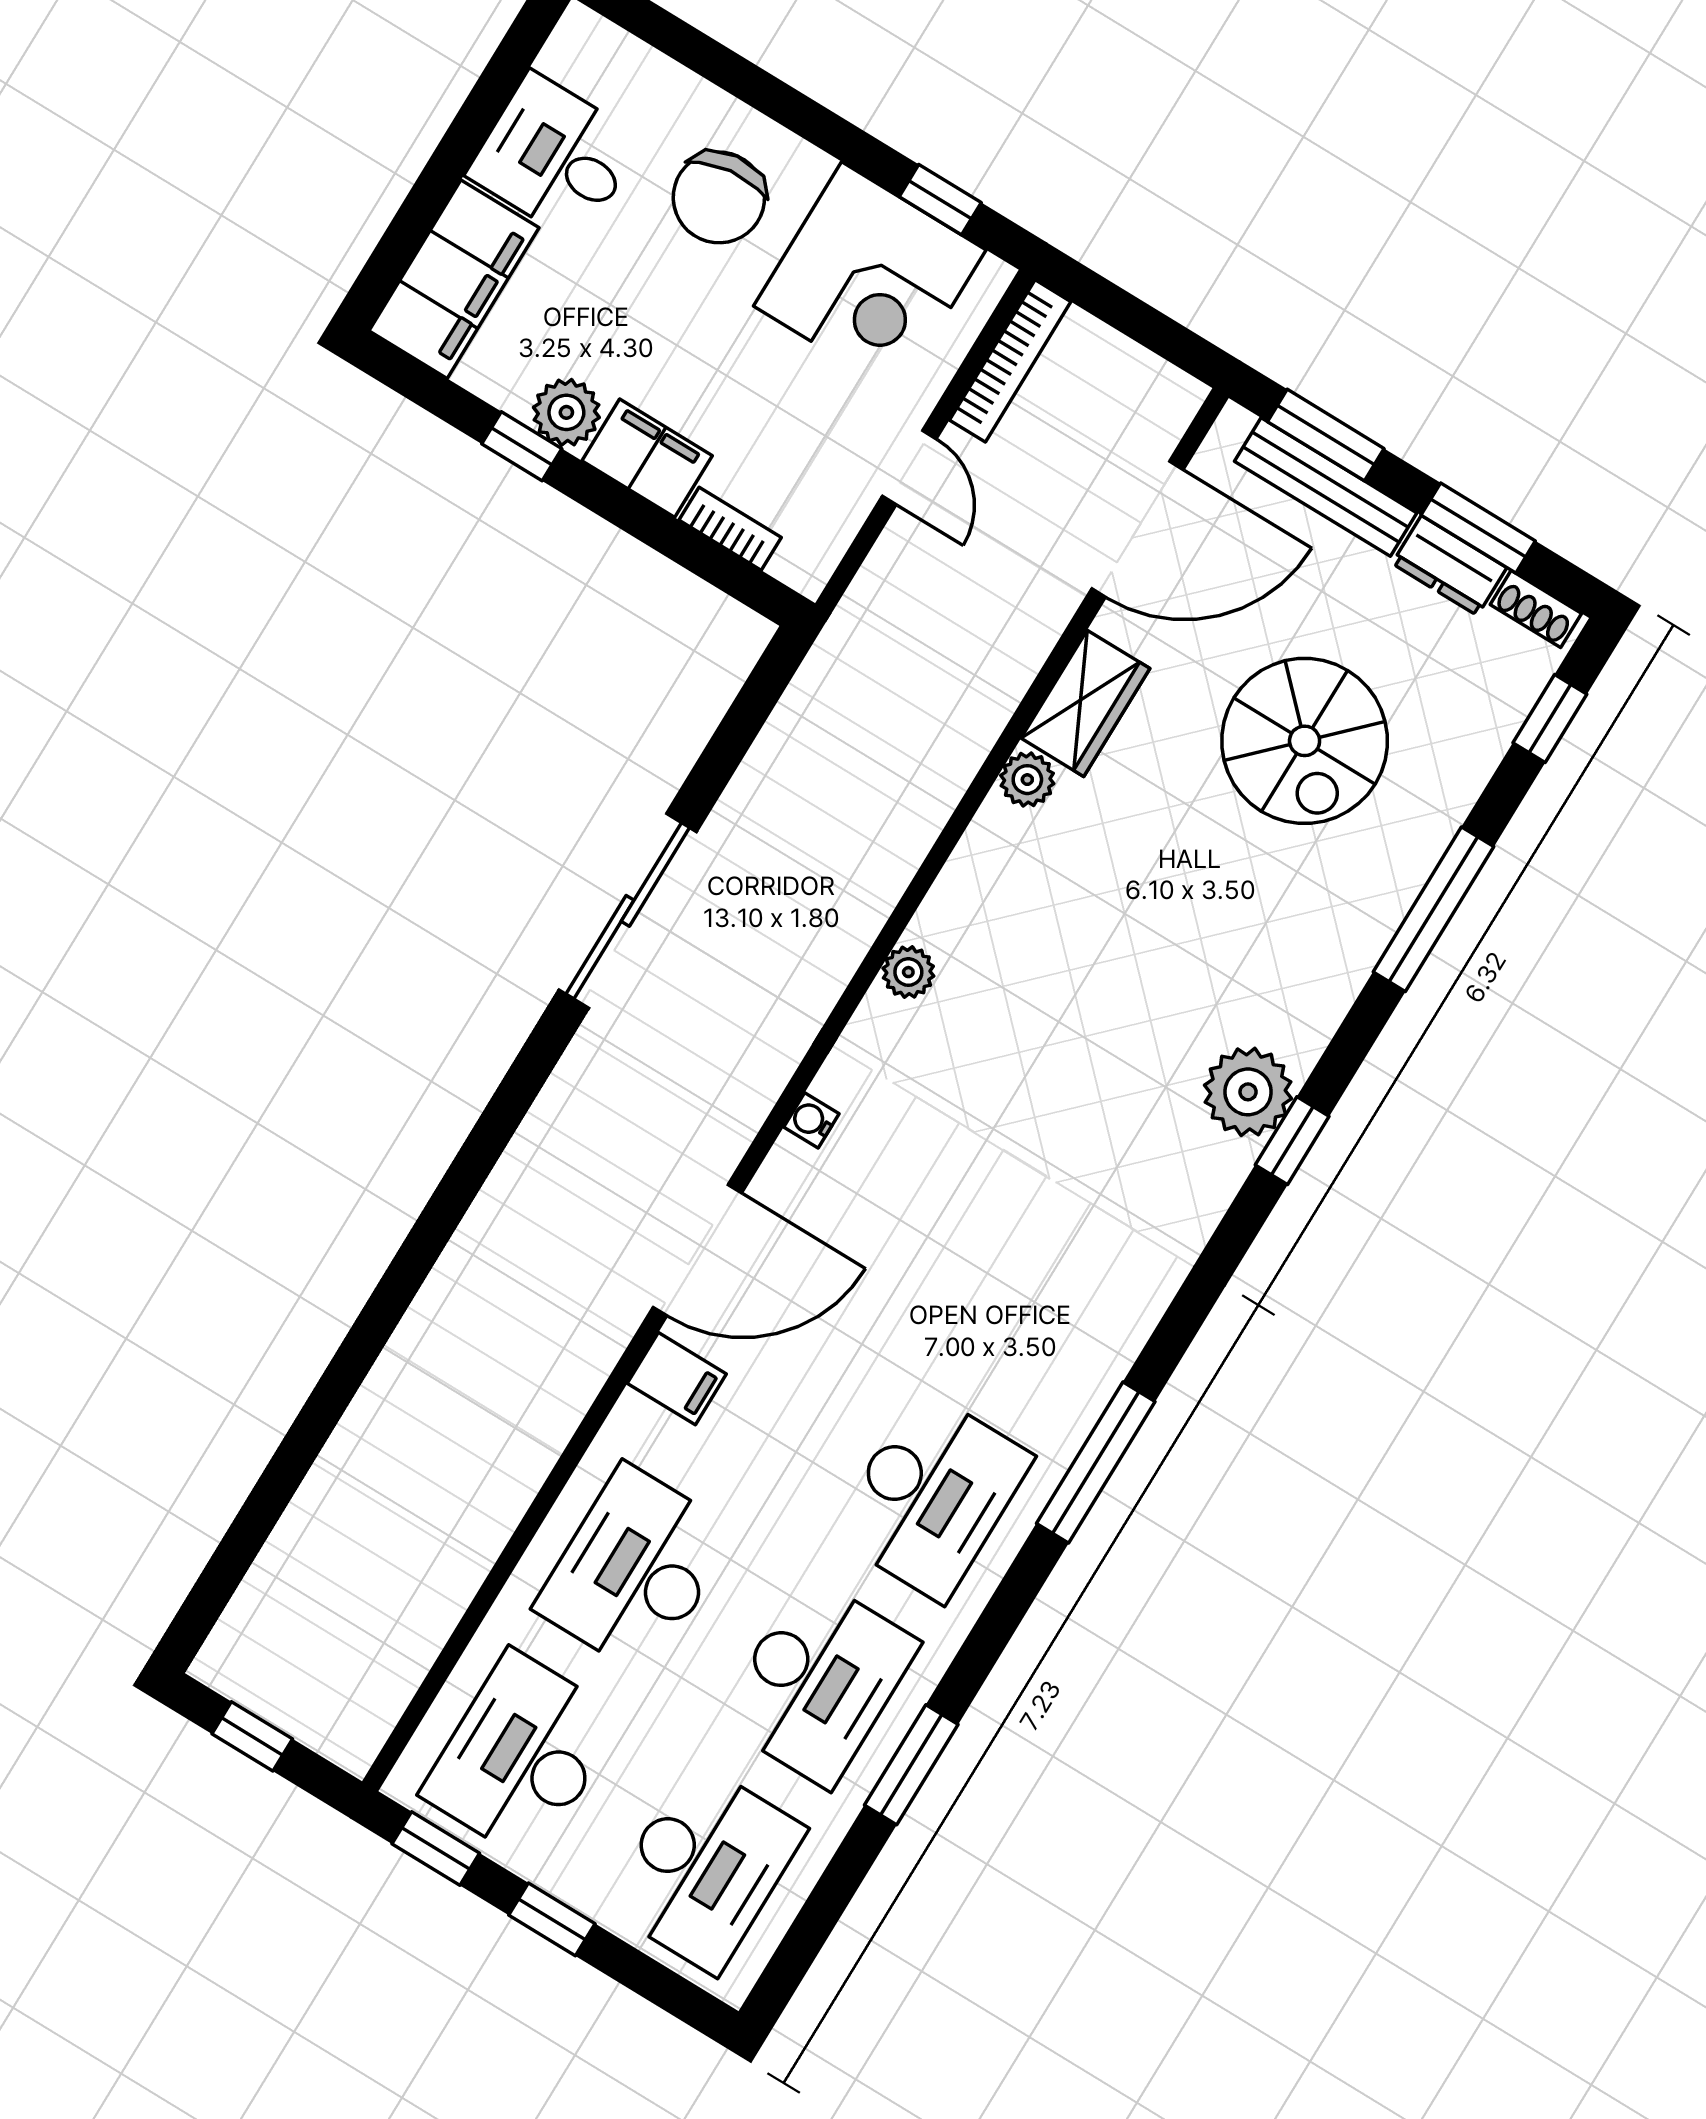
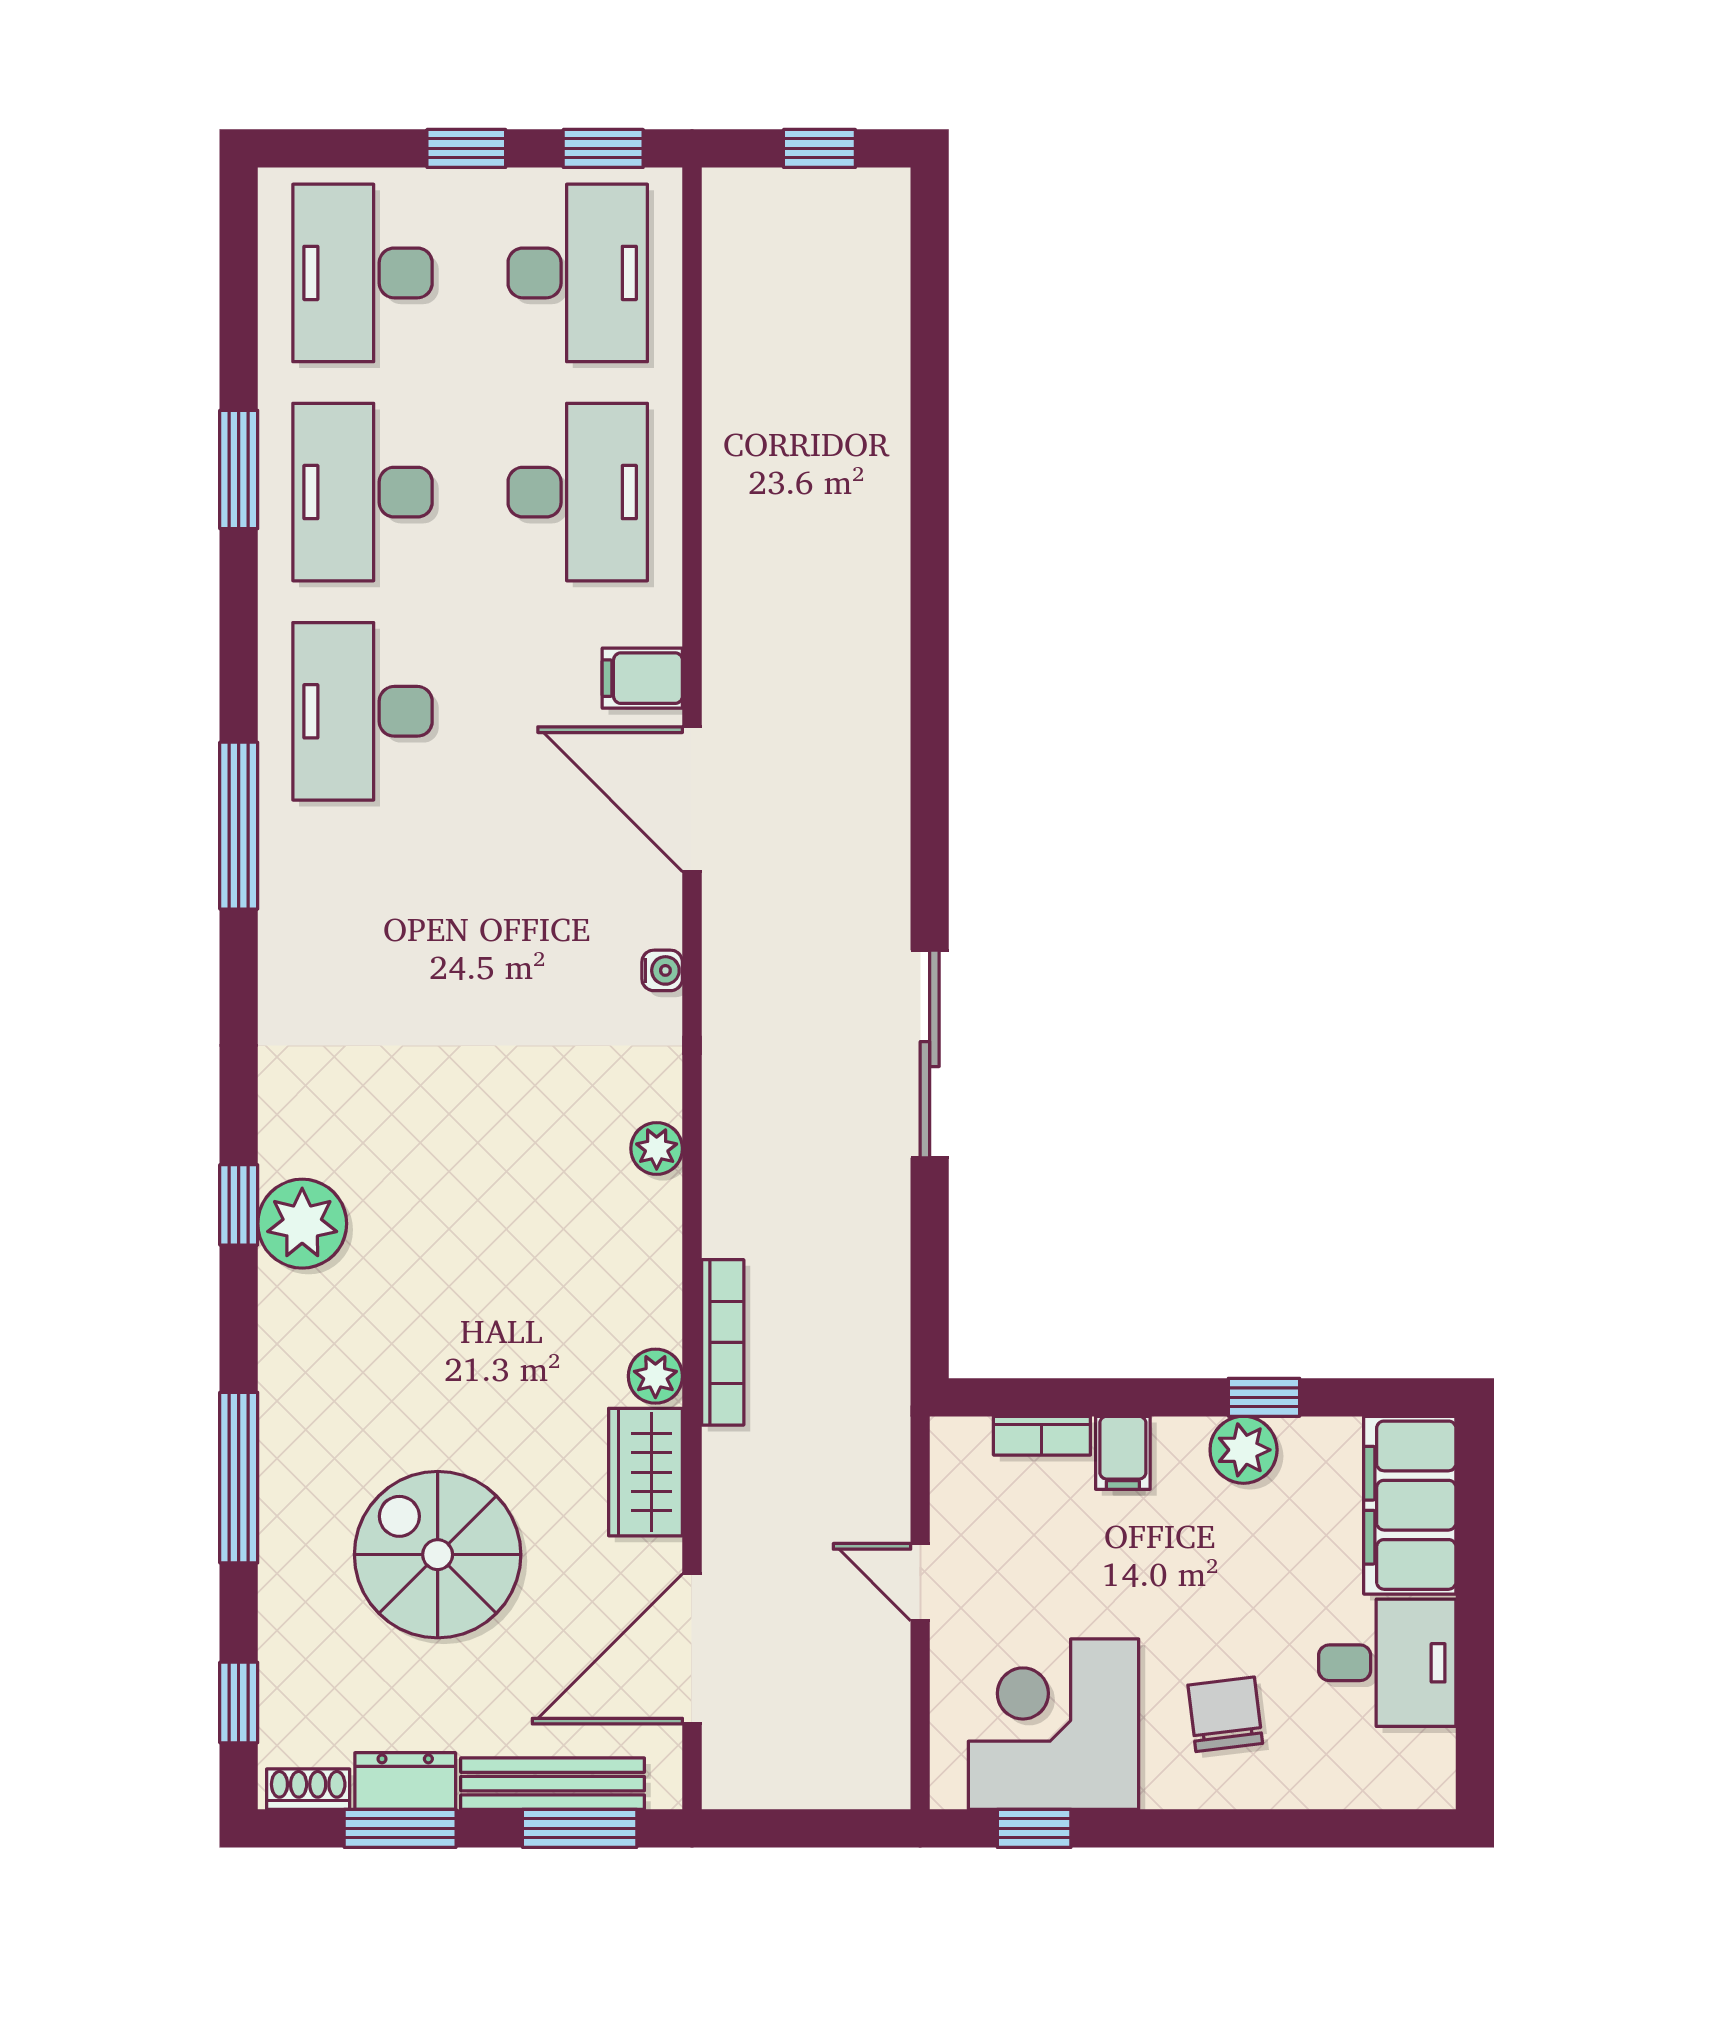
chair: (719, 197) -> (1225, 1714), width x0.73, depth x0.73
bookcase: (1010, 361) -> (723, 1342), moved, turned 180
filing cabinet: (647, 458) -> (1123, 1453), width x0.50
door: (697, 1250) -> (692, 799), hinge flipped

